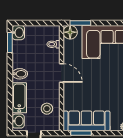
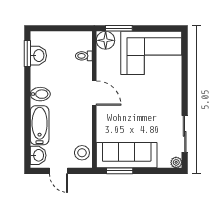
washbasin: (18, 33) -> (38, 56), moved
stool: (47, 109) -> (82, 153), moved

